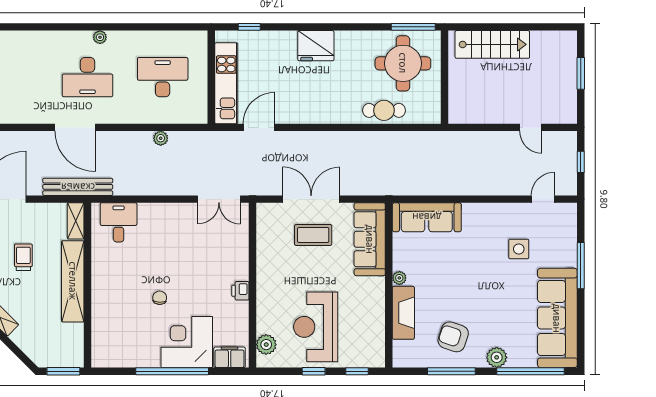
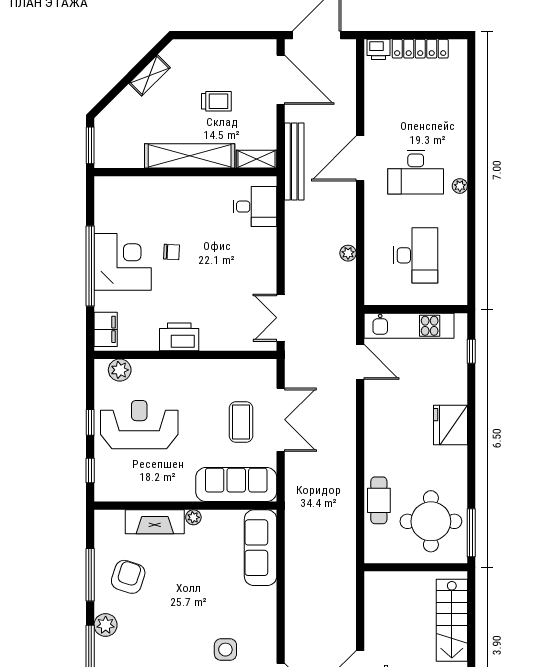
desk: (87, 77) -> (416, 172), turned -90
printer: (240, 291) -> (179, 337), width x1.87, depth x1.48
corner desk: (187, 342) -> (123, 262), moved

